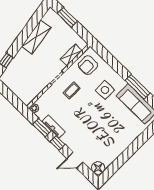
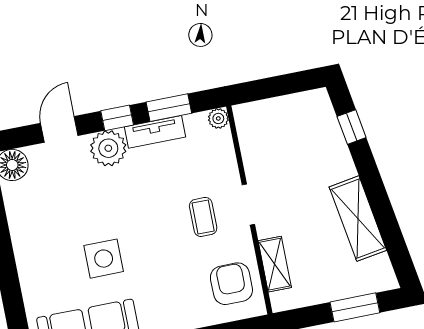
side table: (105, 90) -> (104, 259), moved
plant: (70, 139) -> (108, 148), added

